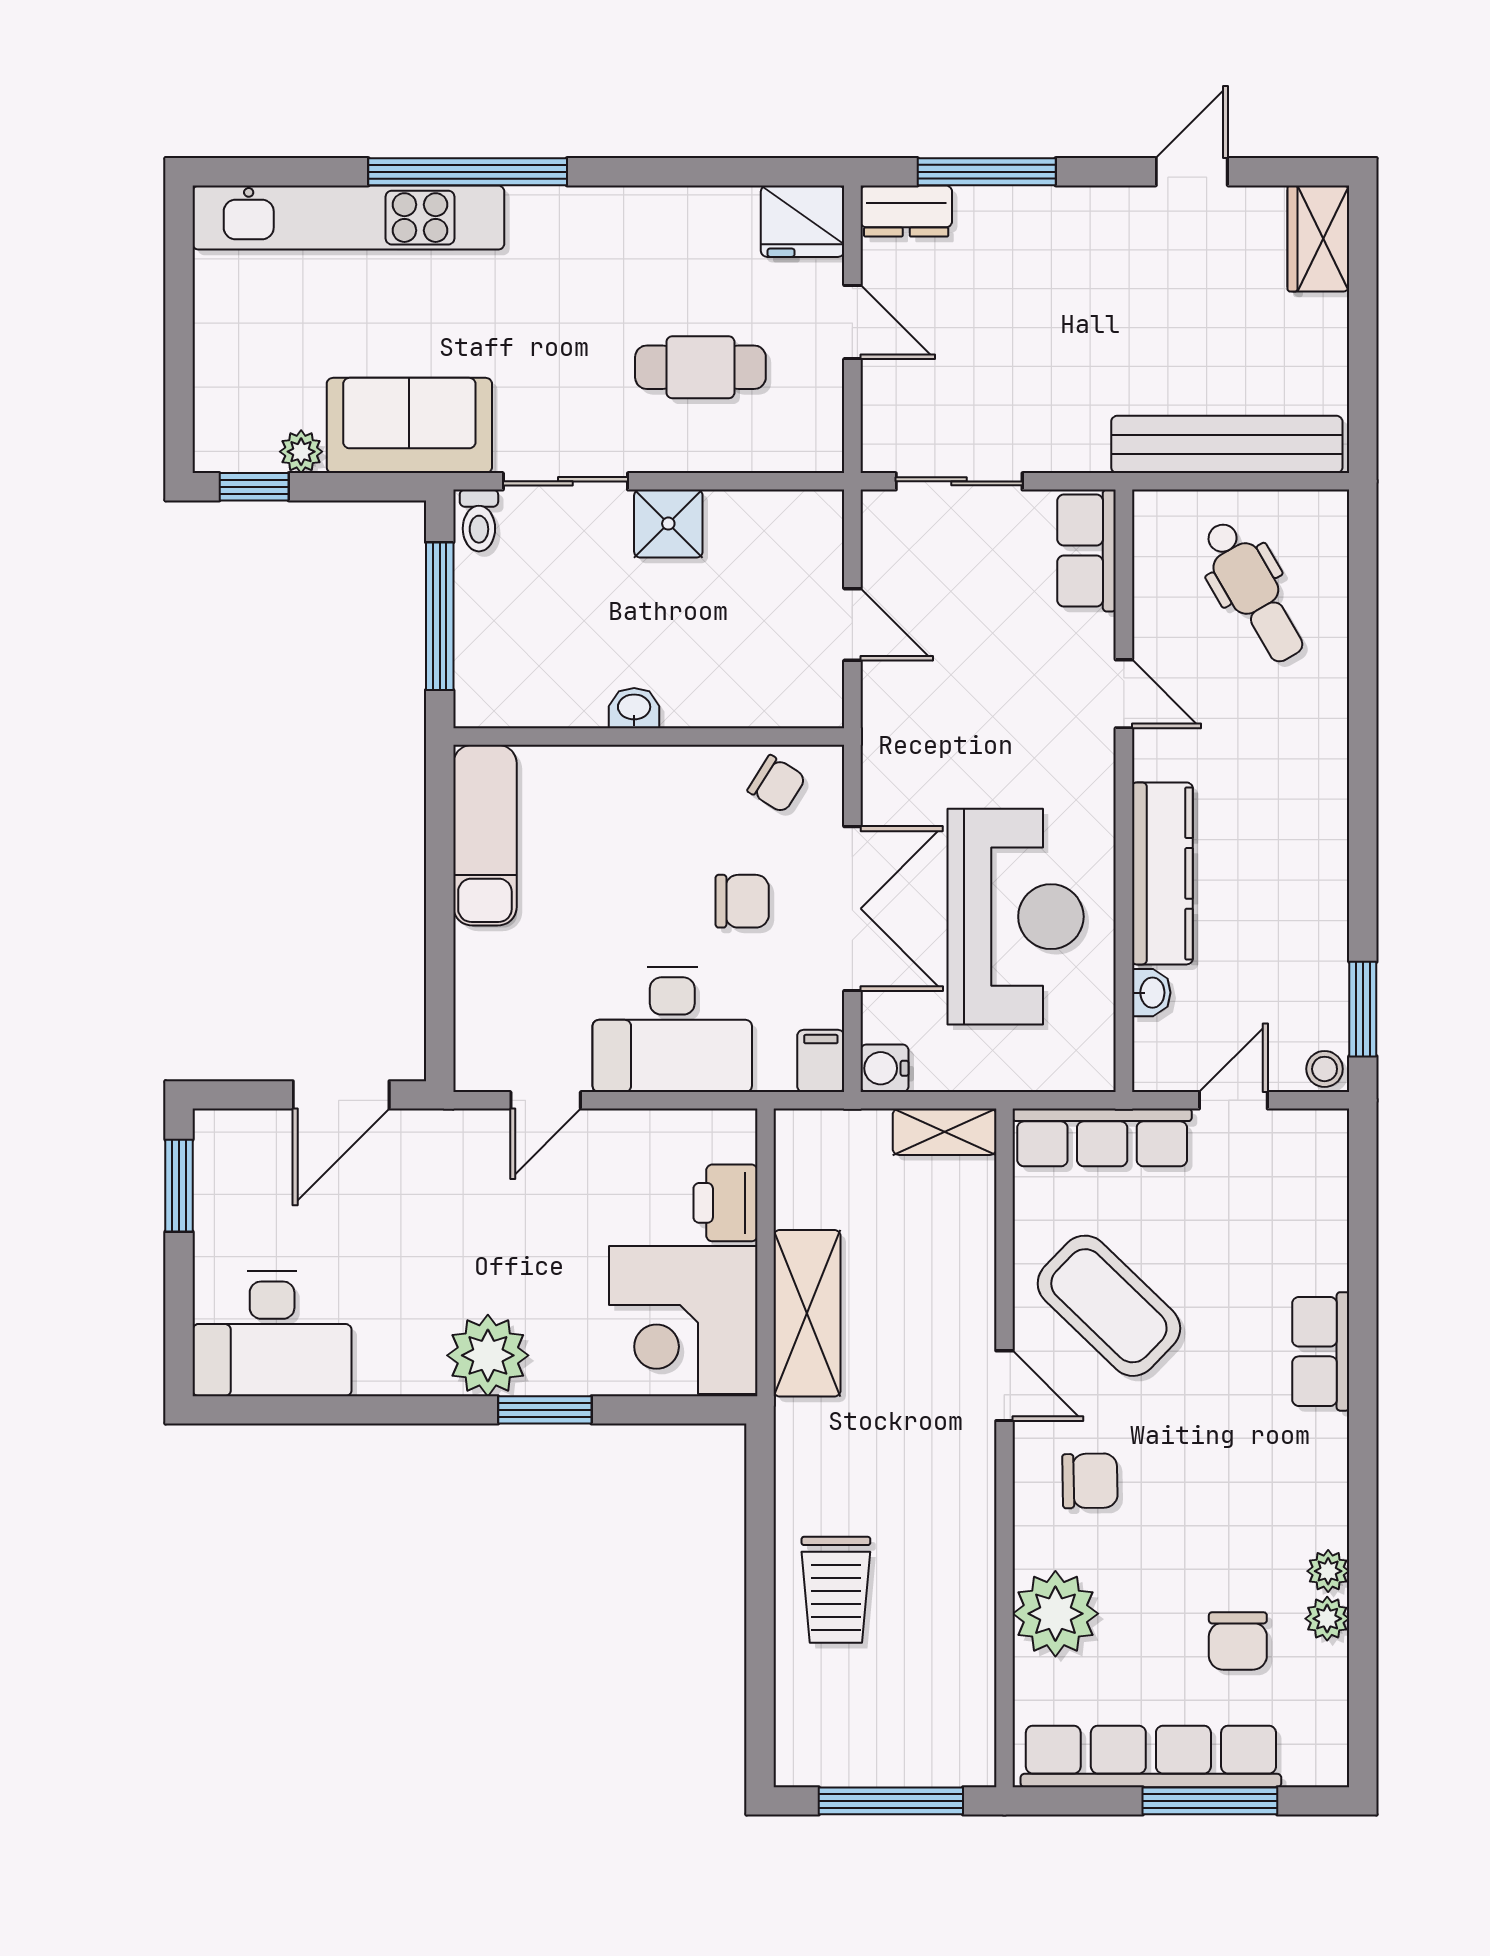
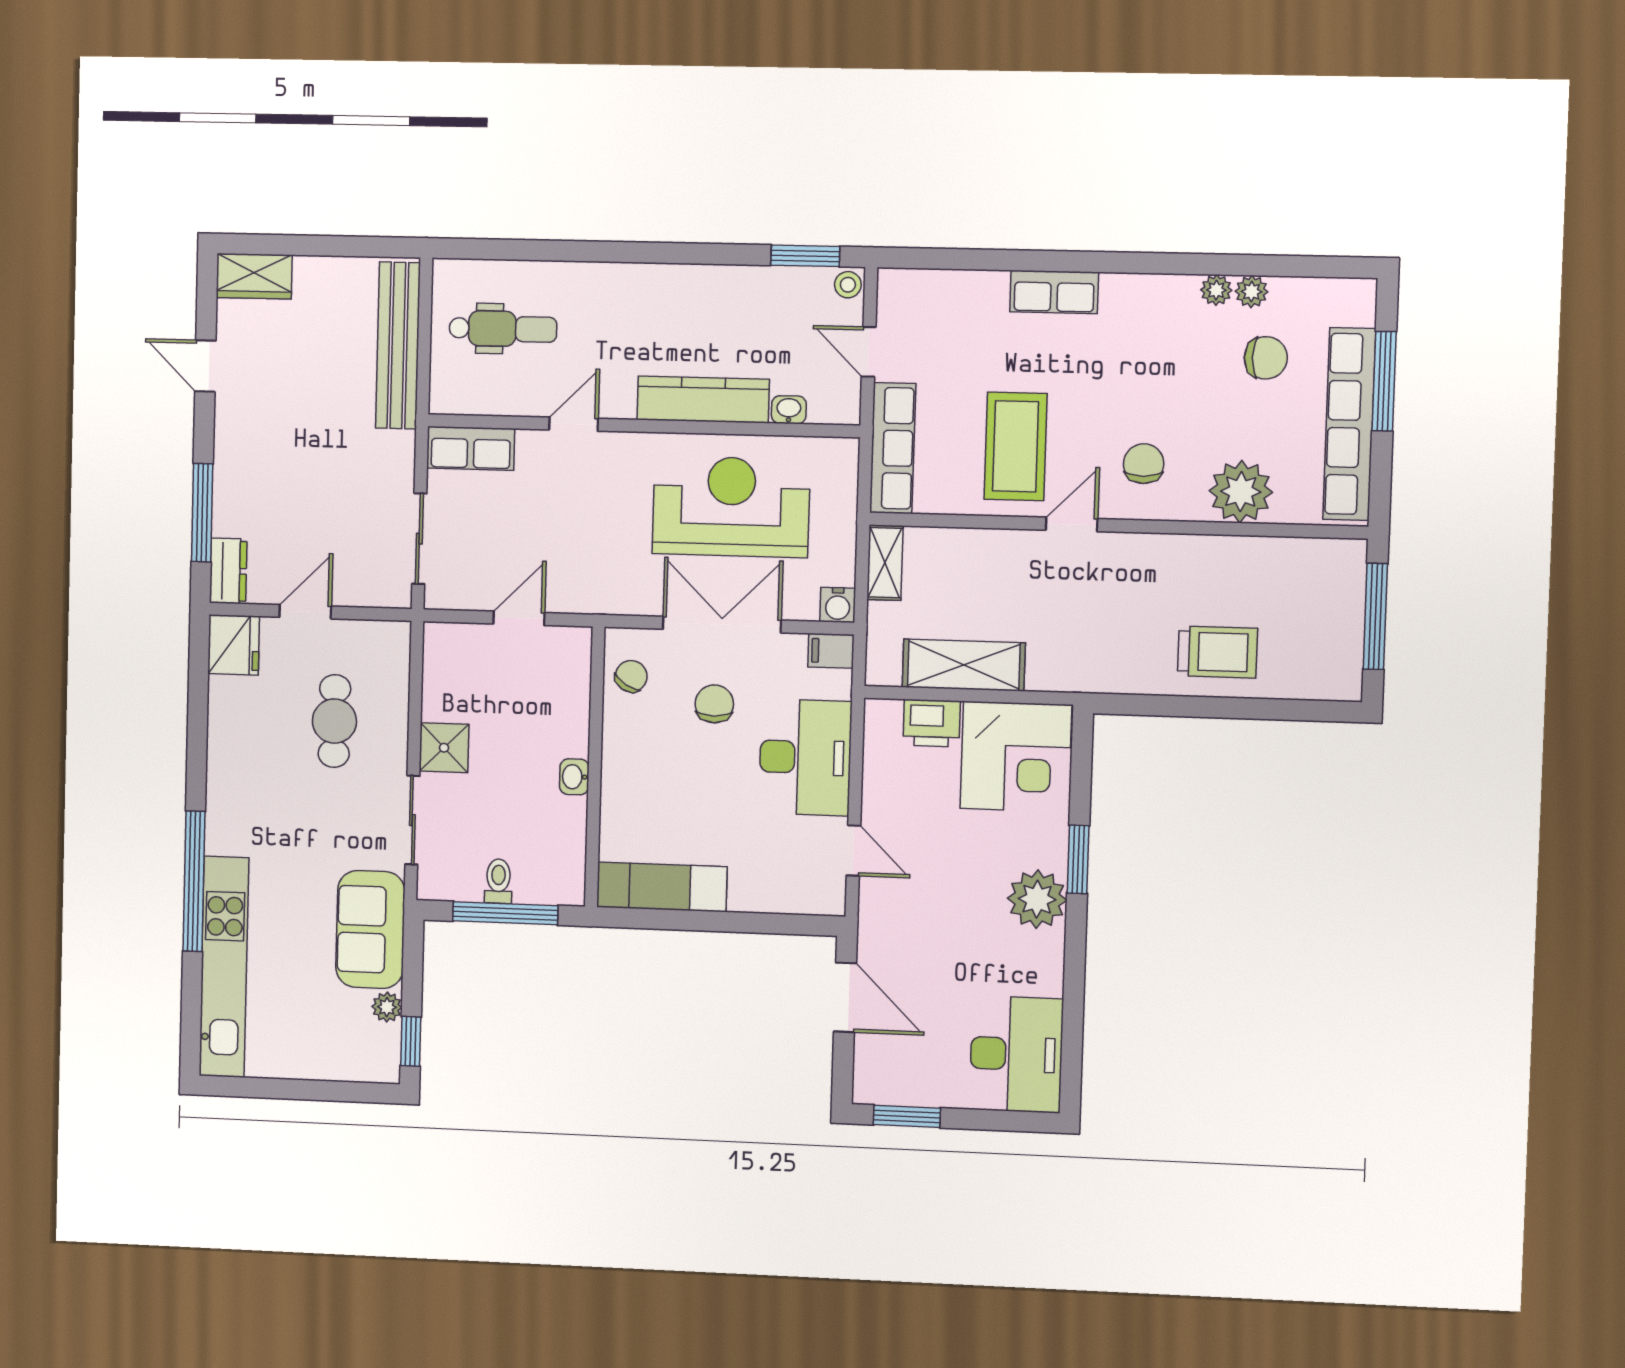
toilet: (479, 520) -> (498, 881), moved, turned -90
dental chair: (1253, 592) -> (503, 329), turned 30
coffee table: (1109, 1306) -> (1016, 446), turned -44
shelving: (807, 1313) -> (964, 665), moved

